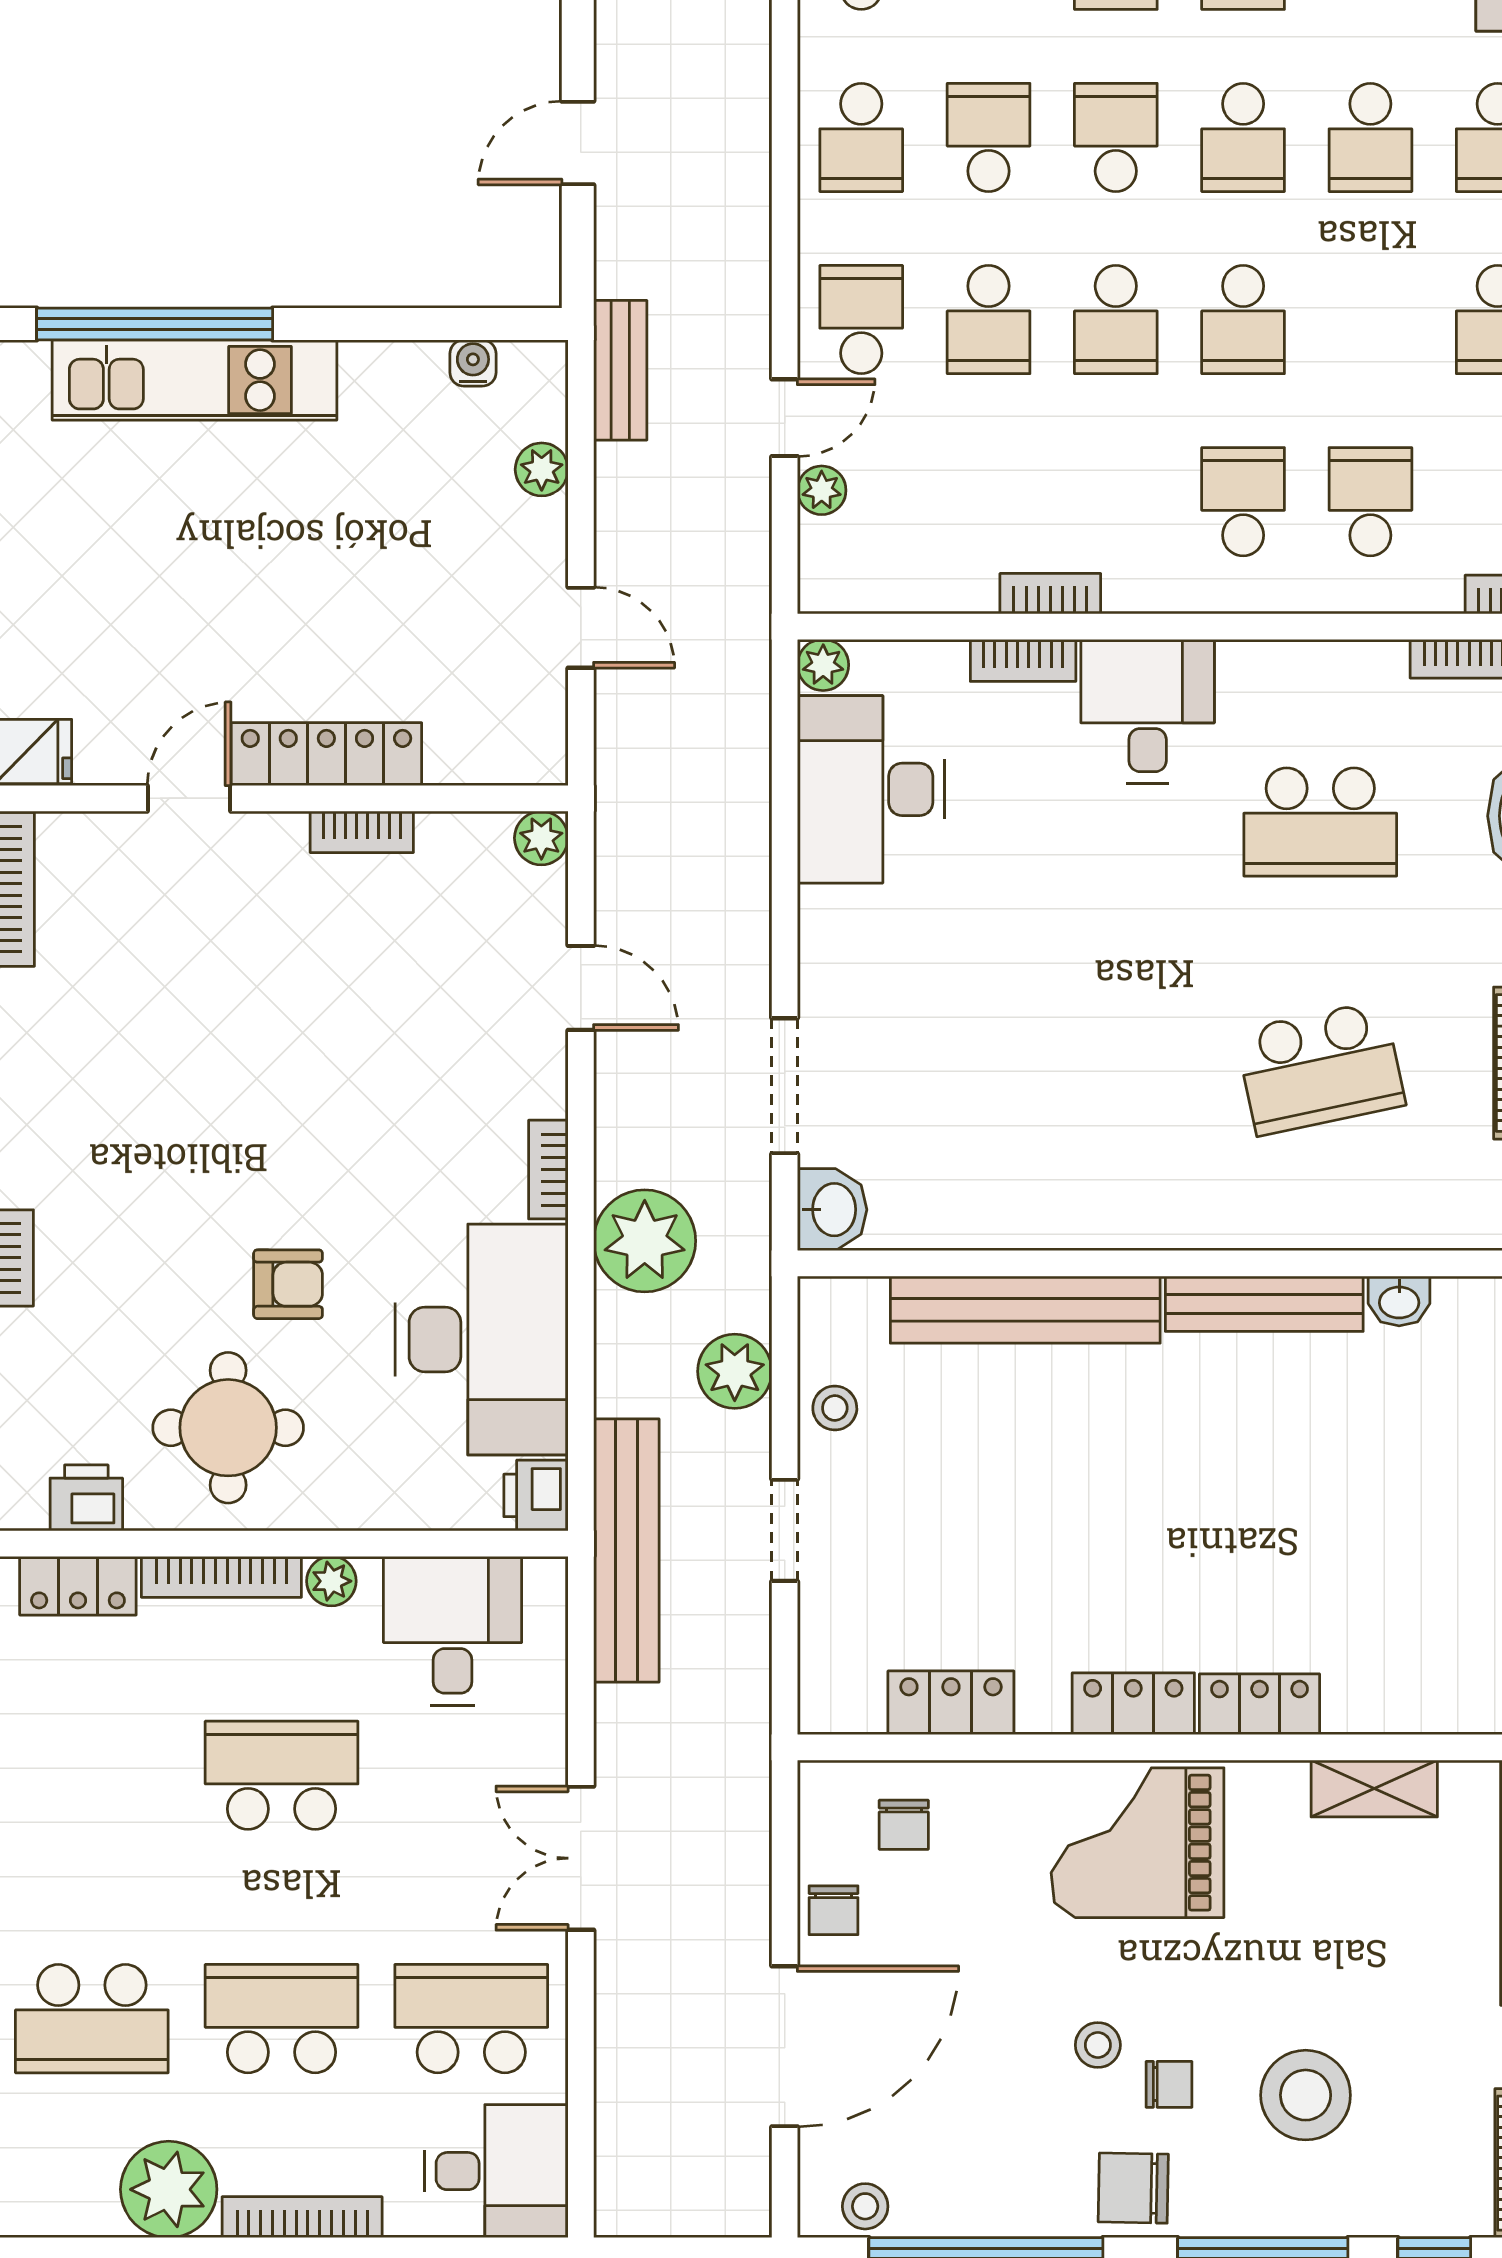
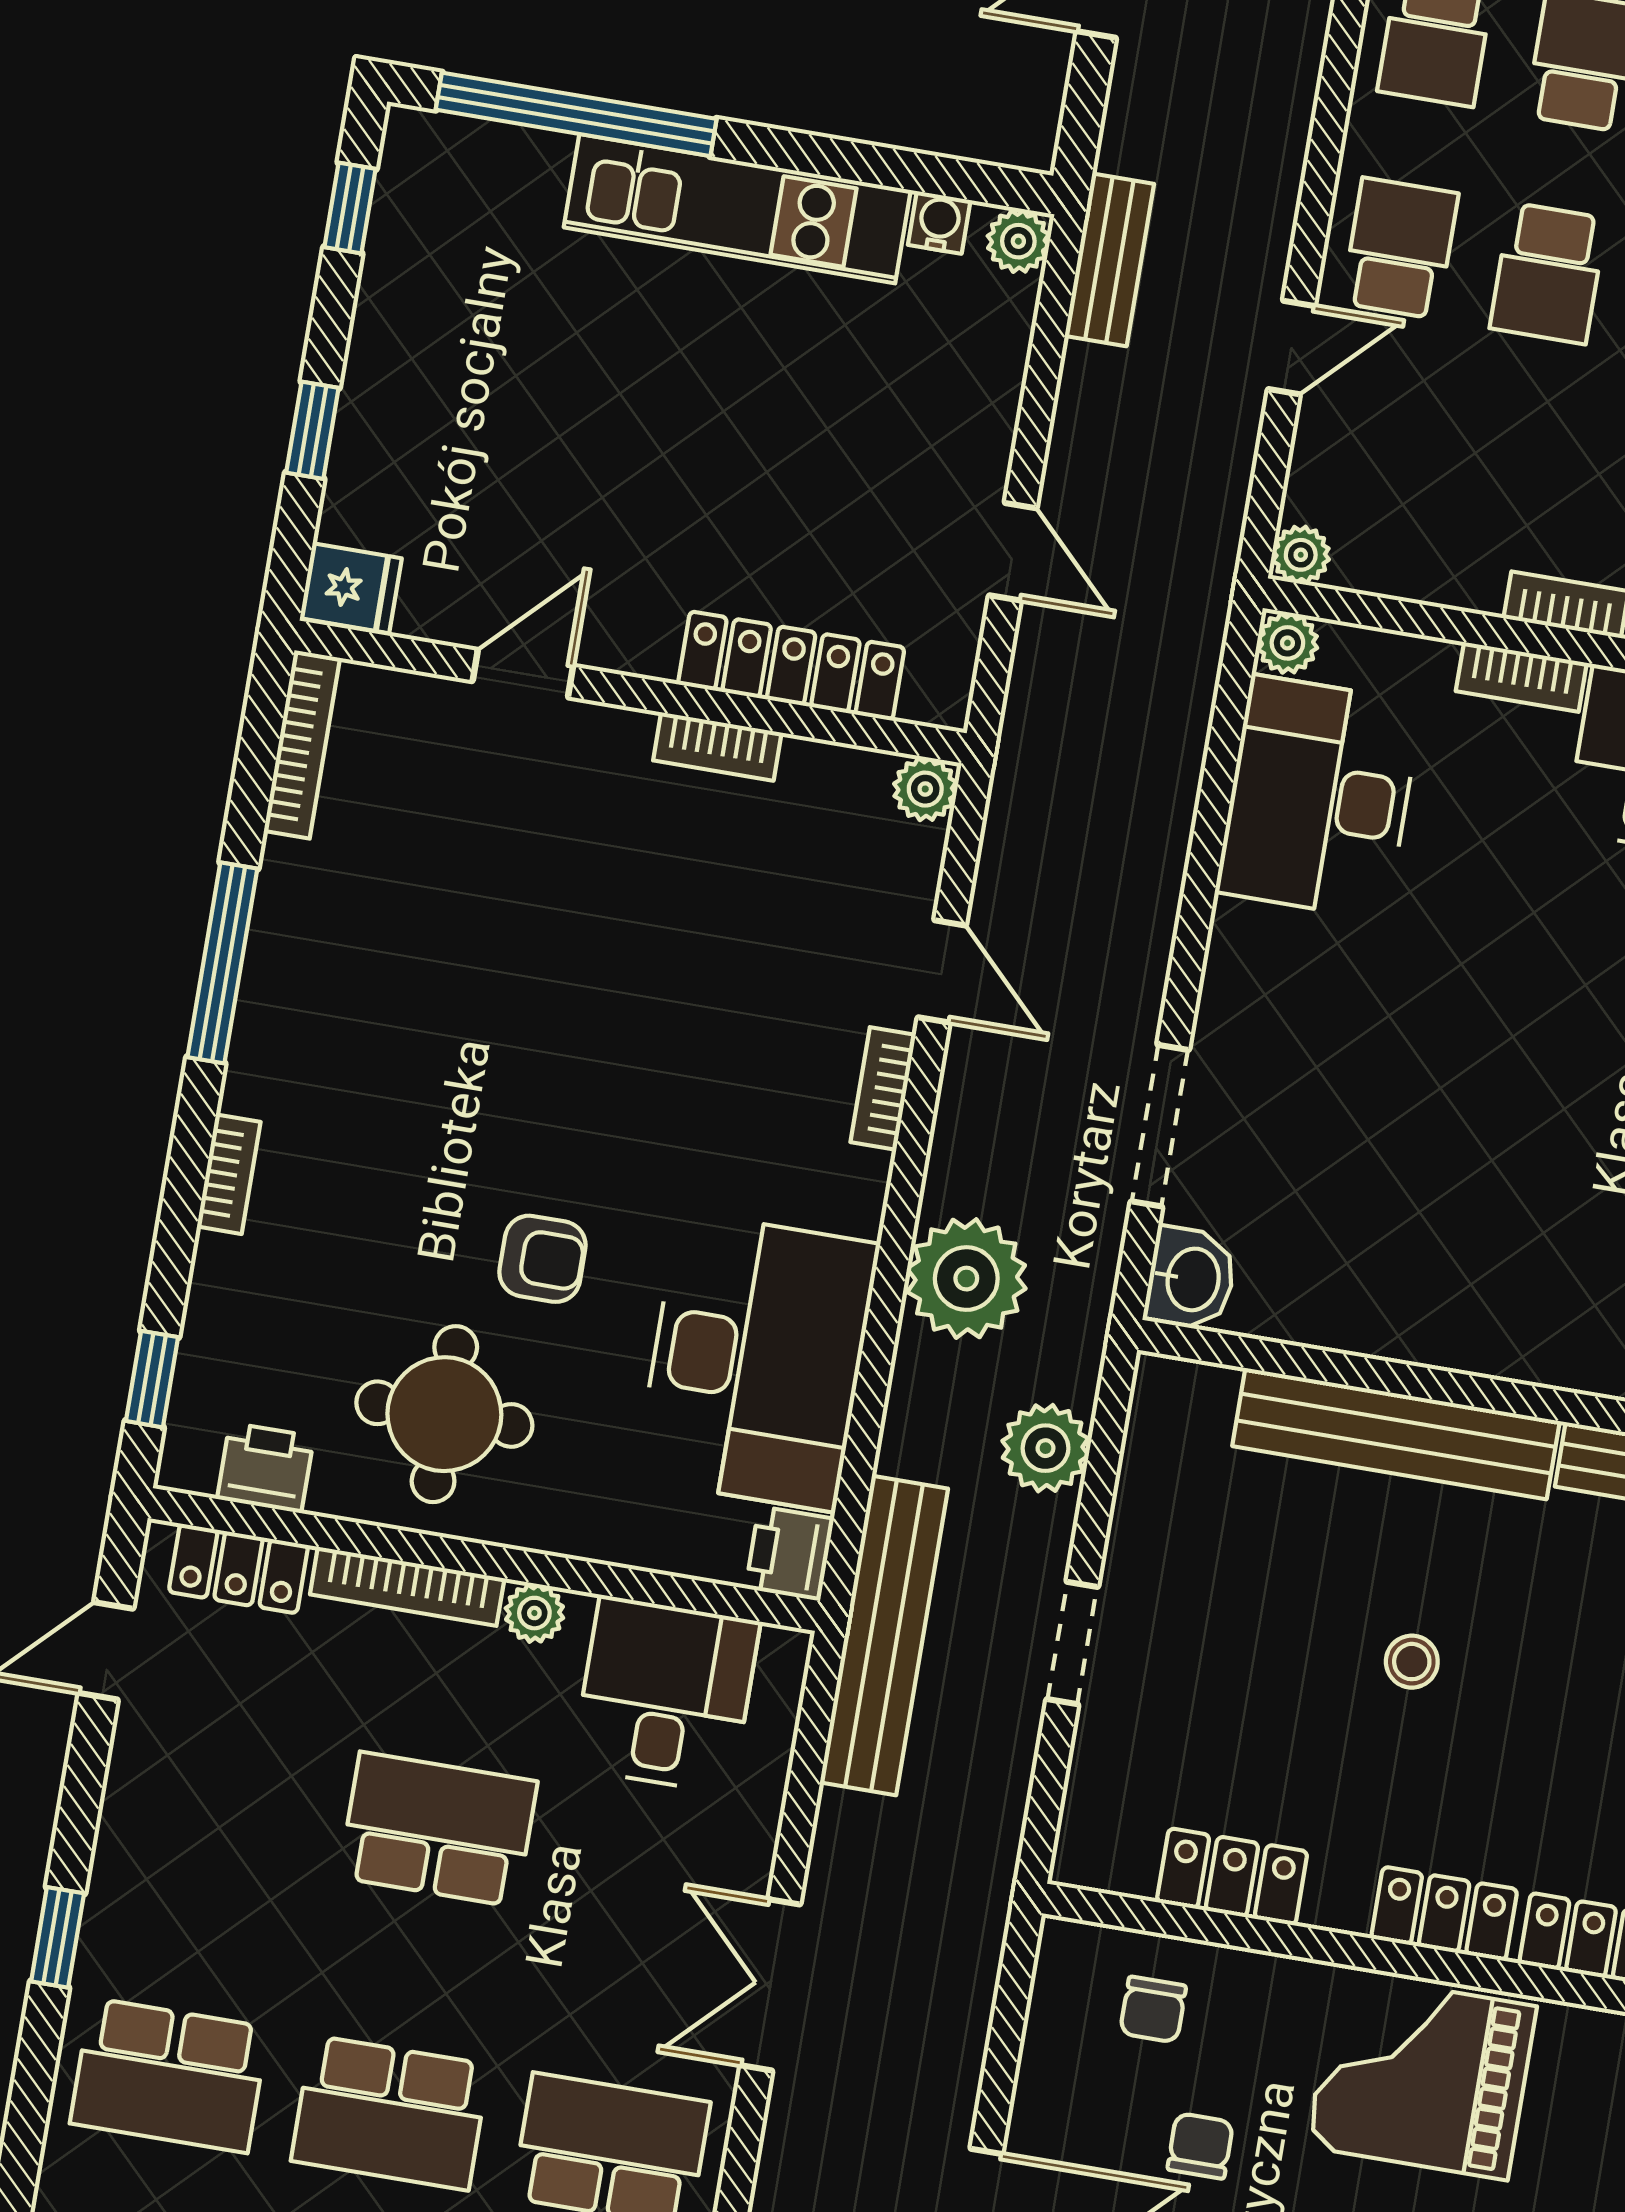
kitchen unit: (195, 380) -> (737, 209), moved
plant: (542, 469) -> (1018, 241), moved
plant: (822, 490) -> (1301, 555), moved
locker: (326, 754) -> (791, 666), moved
bookcase: (548, 1170) -> (883, 1088), moved
stool: (835, 1408) -> (1412, 1662), moved
chair: (833, 1910) -> (1200, 2146), moved, turned 180
school desk: (282, 2019) -> (390, 2113), turned 180

